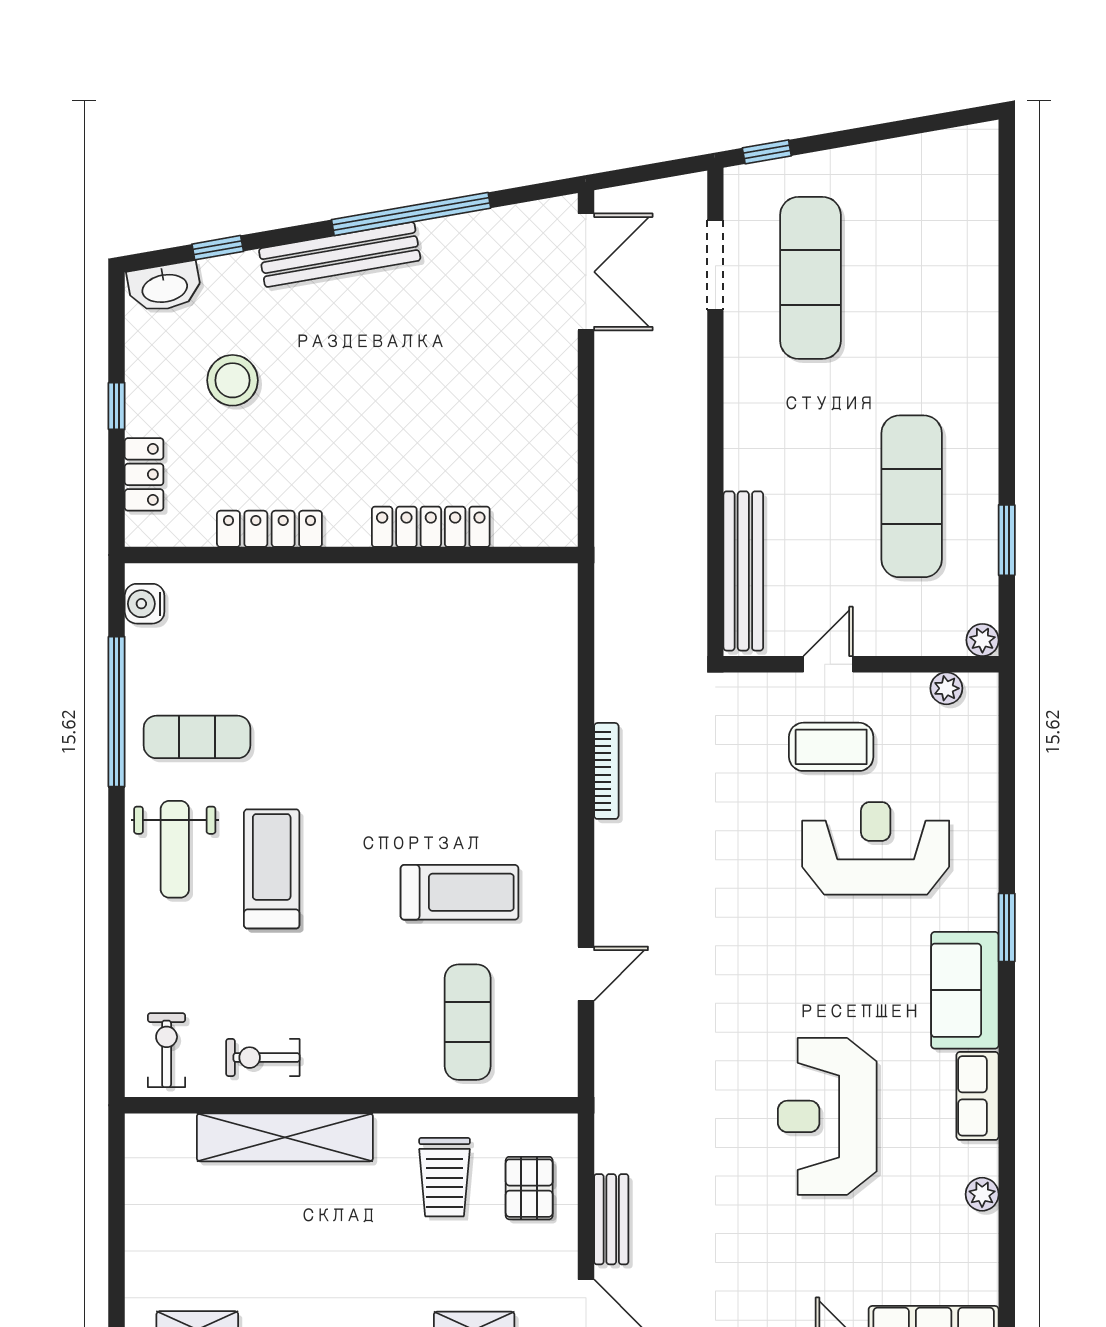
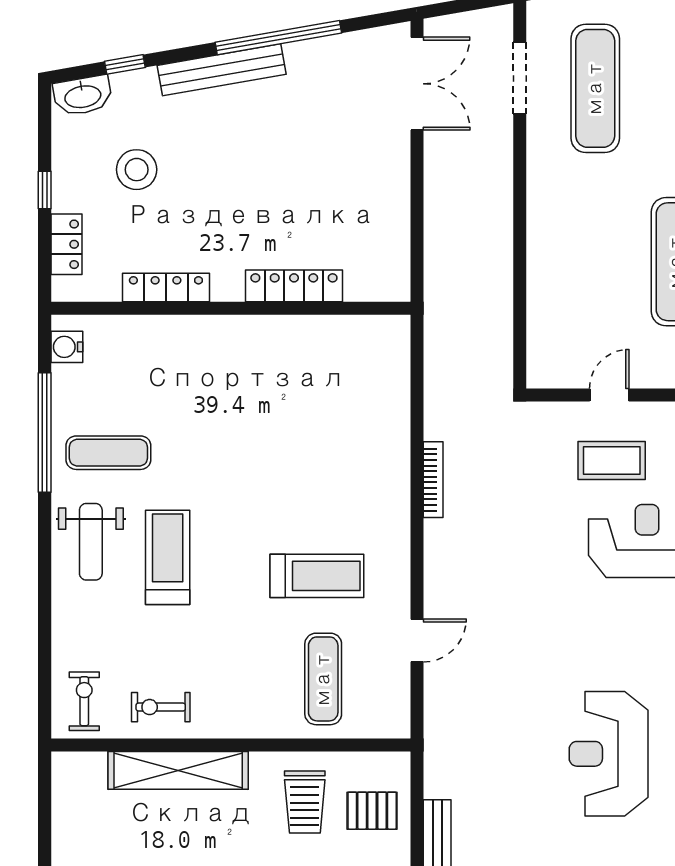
bench: (743, 571) -> (542, 321), removed
pallet: (529, 1188) -> (372, 811), turned 90

